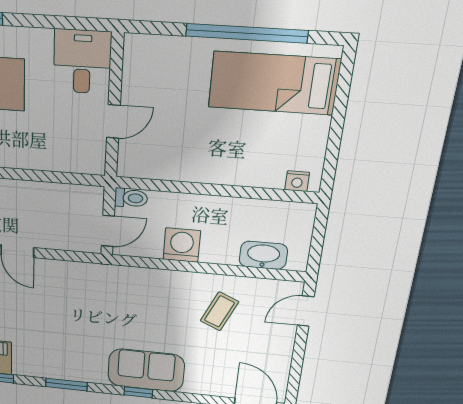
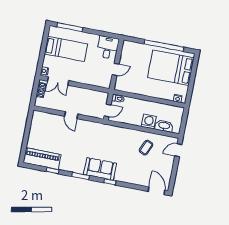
bed: (274, 83) -> (171, 68), width x1.50
washing machine: (182, 245) -> (149, 122), moved
sofa: (146, 370) -> (100, 169), moved

